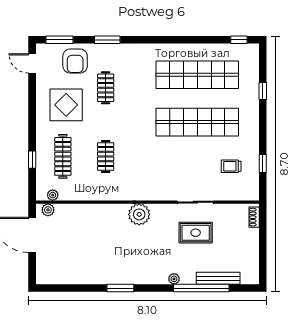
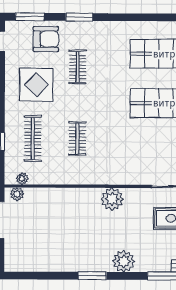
armchair: (75, 61) -> (46, 39), turned -90
plant: (174, 279) -> (124, 261), moved, width x1.87, depth x1.87

